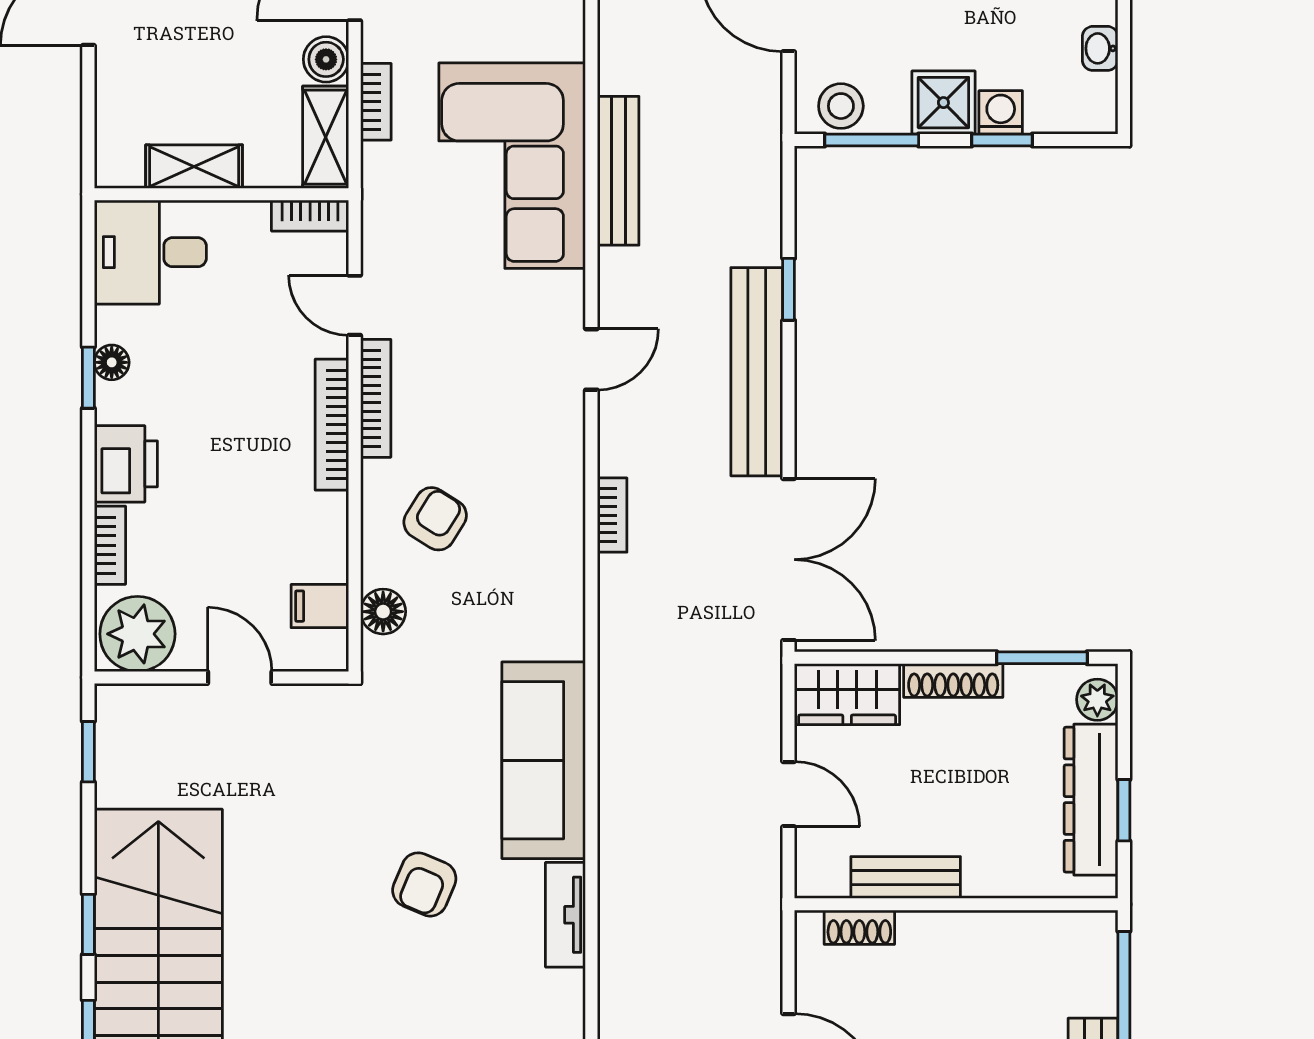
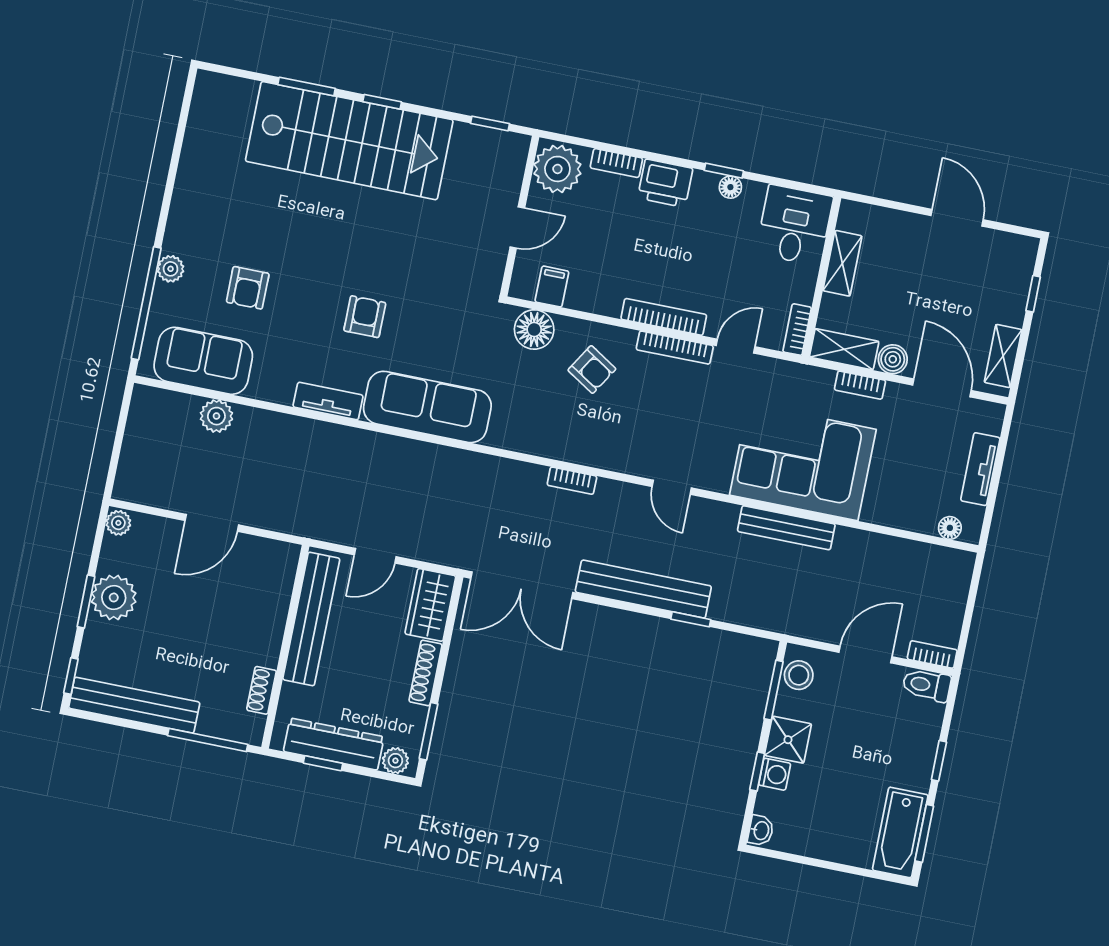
washbasin: (1100, 48) -> (761, 830), moved, turned 90
floor lamp: (383, 612) -> (534, 330), width x1.38, depth x1.38
bench: (906, 877) -> (311, 619), width x1.86, depth x1.21
armchair: (424, 884) -> (365, 317), turned 67
shoe rack: (859, 927) -> (262, 690), moved

